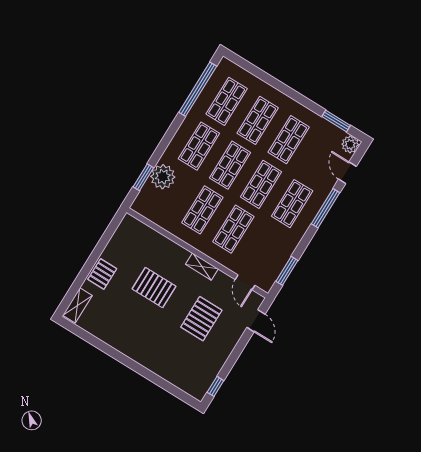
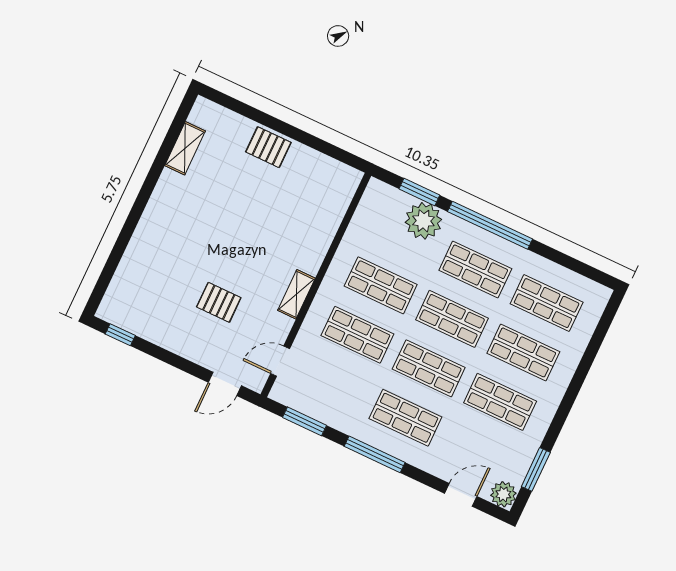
window: (198, 89) -> (490, 225), moved
window: (325, 208) -> (375, 454), moved
pallet: (154, 288) -> (257, 227), removed
shelving: (77, 305) -> (185, 148), moved, turned 90
pallet: (201, 319) -> (219, 302), width x0.67, depth x0.71

